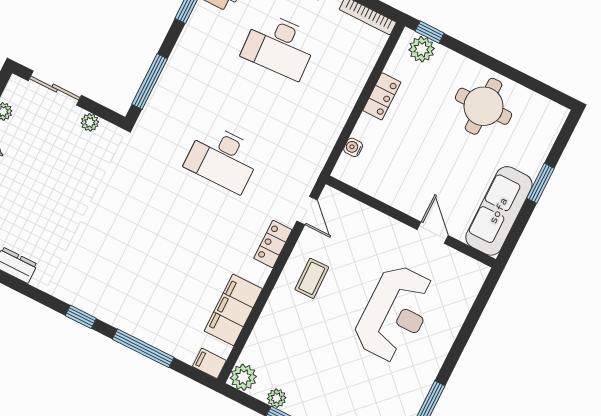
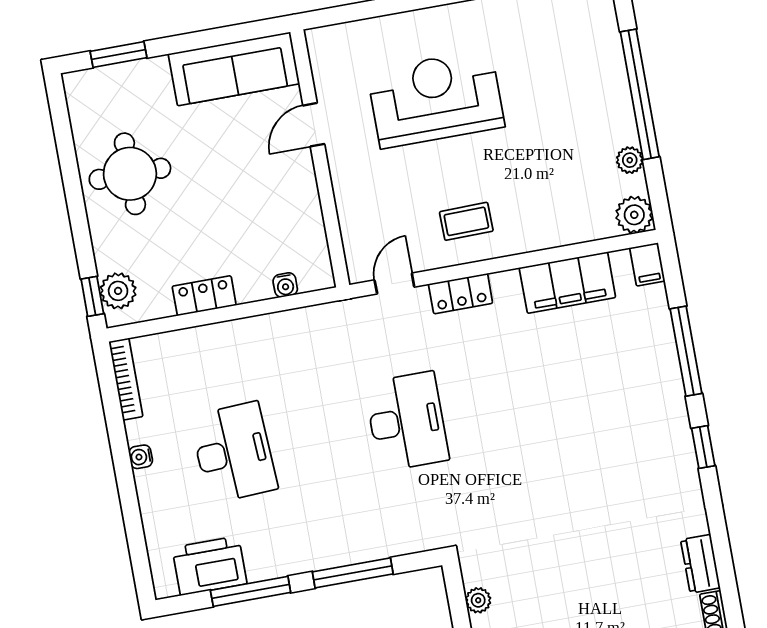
window: (150, 82) -> (353, 573), moved
window: (541, 183) -> (119, 54), moved

